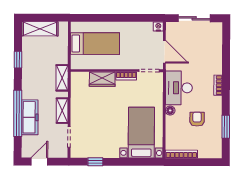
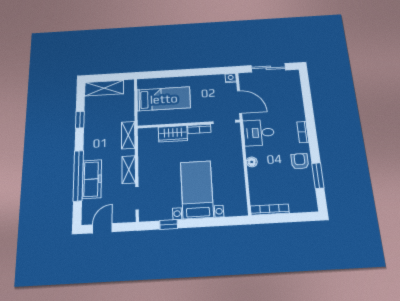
desk: (179, 88) -> (259, 133), width x0.73
armchair: (197, 119) -> (300, 161), moved
bed with nightstands: (141, 133) -> (197, 189), moved

